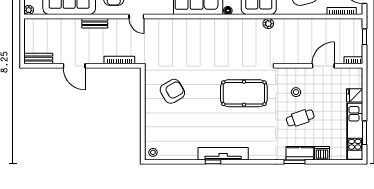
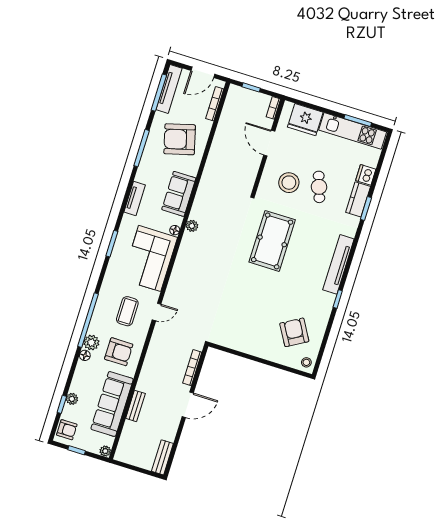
door: (136, 17) -> (157, 312), moved
bench: (95, 23) -> (135, 406), moved
plant: (268, 24) -> (192, 226), moved
door: (74, 66) -> (188, 405), moved
armchair: (172, 91) -> (294, 332), moved
stool: (296, 92) -> (289, 183), width x1.89, depth x1.89
fridge: (355, 95) -> (305, 120), width x1.88, depth x1.34
tv unit: (223, 154) -> (338, 264), moved

